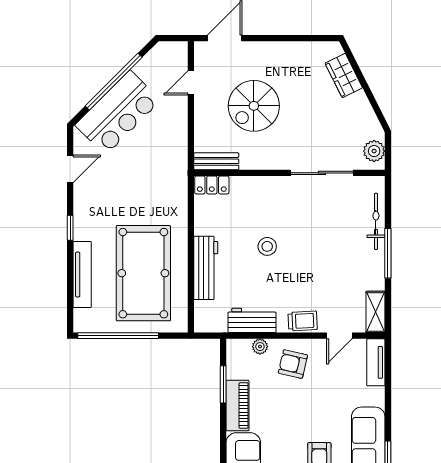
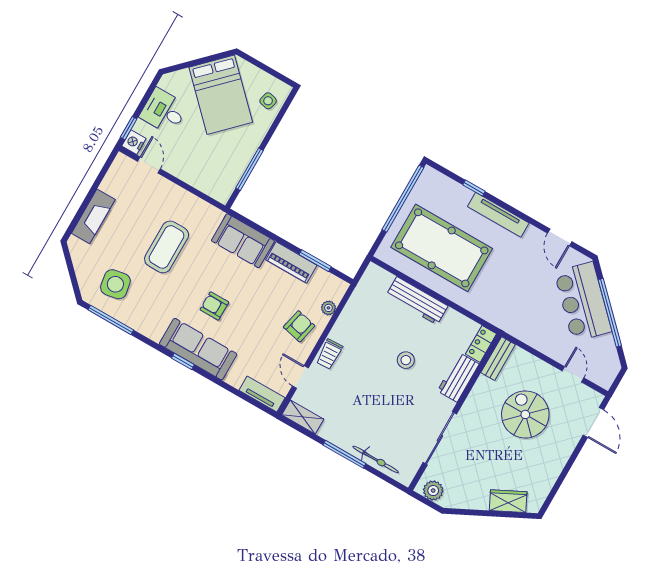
window: (70, 228) -> (474, 188), moved
tv unit: (82, 275) -> (498, 215), moved
workbench: (252, 320) -> (458, 377), moved, turned 180

